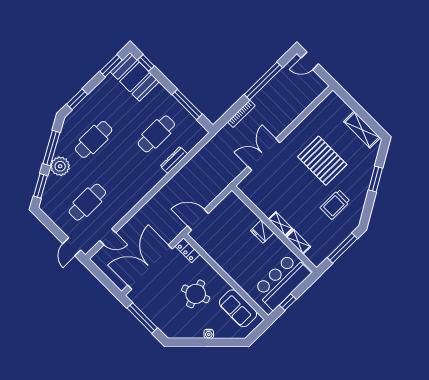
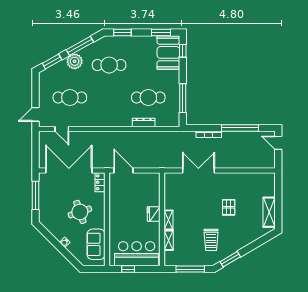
pallet: (322, 161) -> (229, 207), width x0.49, depth x0.50
window: (376, 179) -> (230, 259), moved
trolley: (335, 204) -> (211, 240), turned -90

